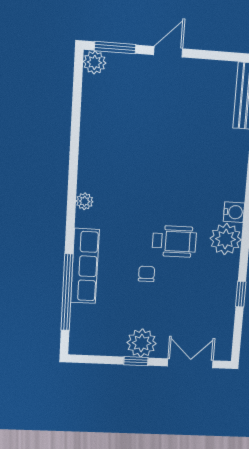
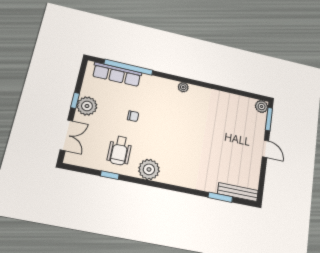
water cooler: (234, 212) -> (166, 177), removed
wheelchair: (174, 241) -> (120, 151), moved
row of seats: (85, 266) -> (117, 74), moved

